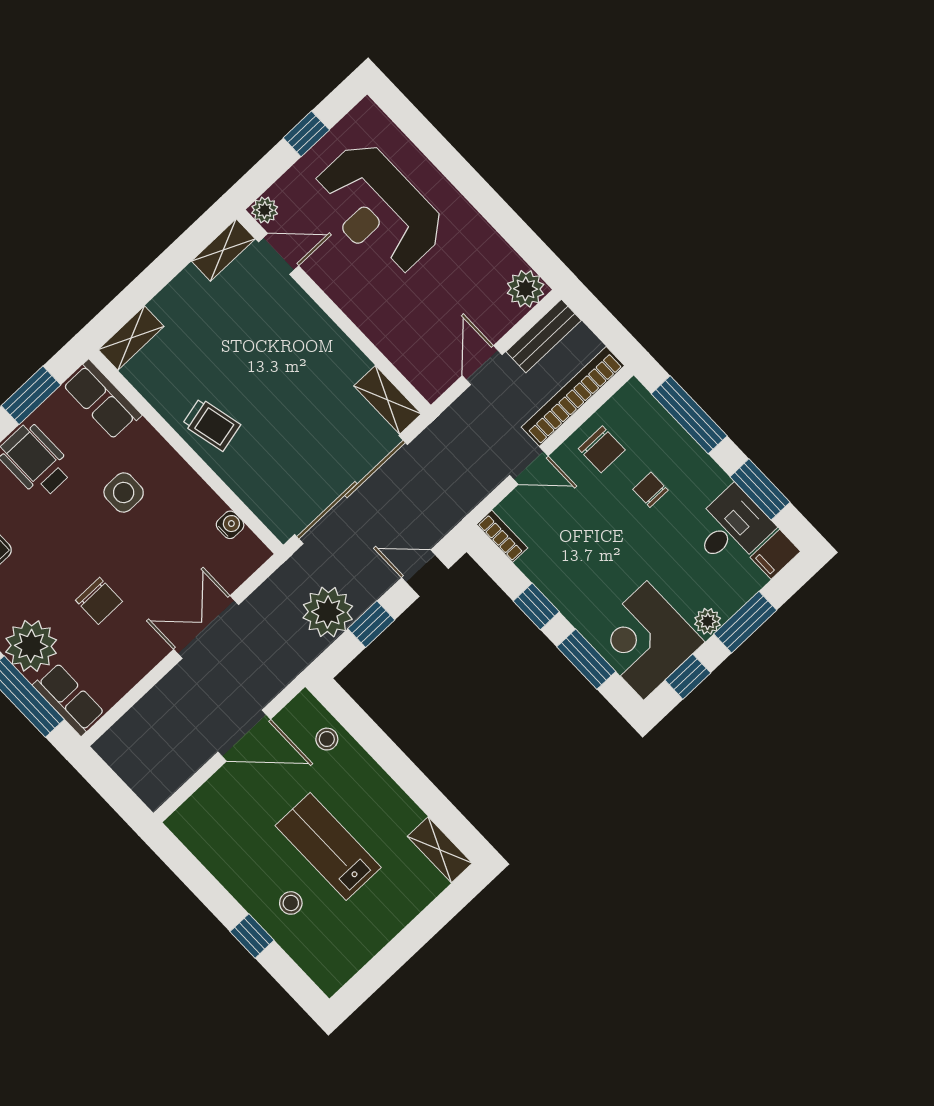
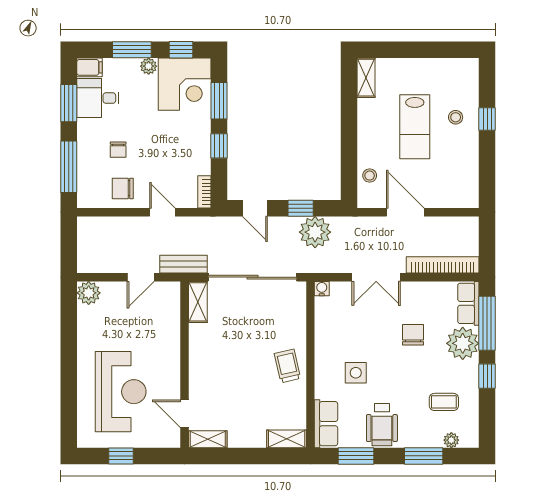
plant: (265, 210) -> (172, 439), removed
bench: (544, 336) -> (183, 264), moved
bookcase: (573, 396) -> (443, 265), moved, turned 180
chair: (602, 449) -> (123, 188), turned -90
water cooler: (230, 525) -> (322, 289), moved, turned 90

